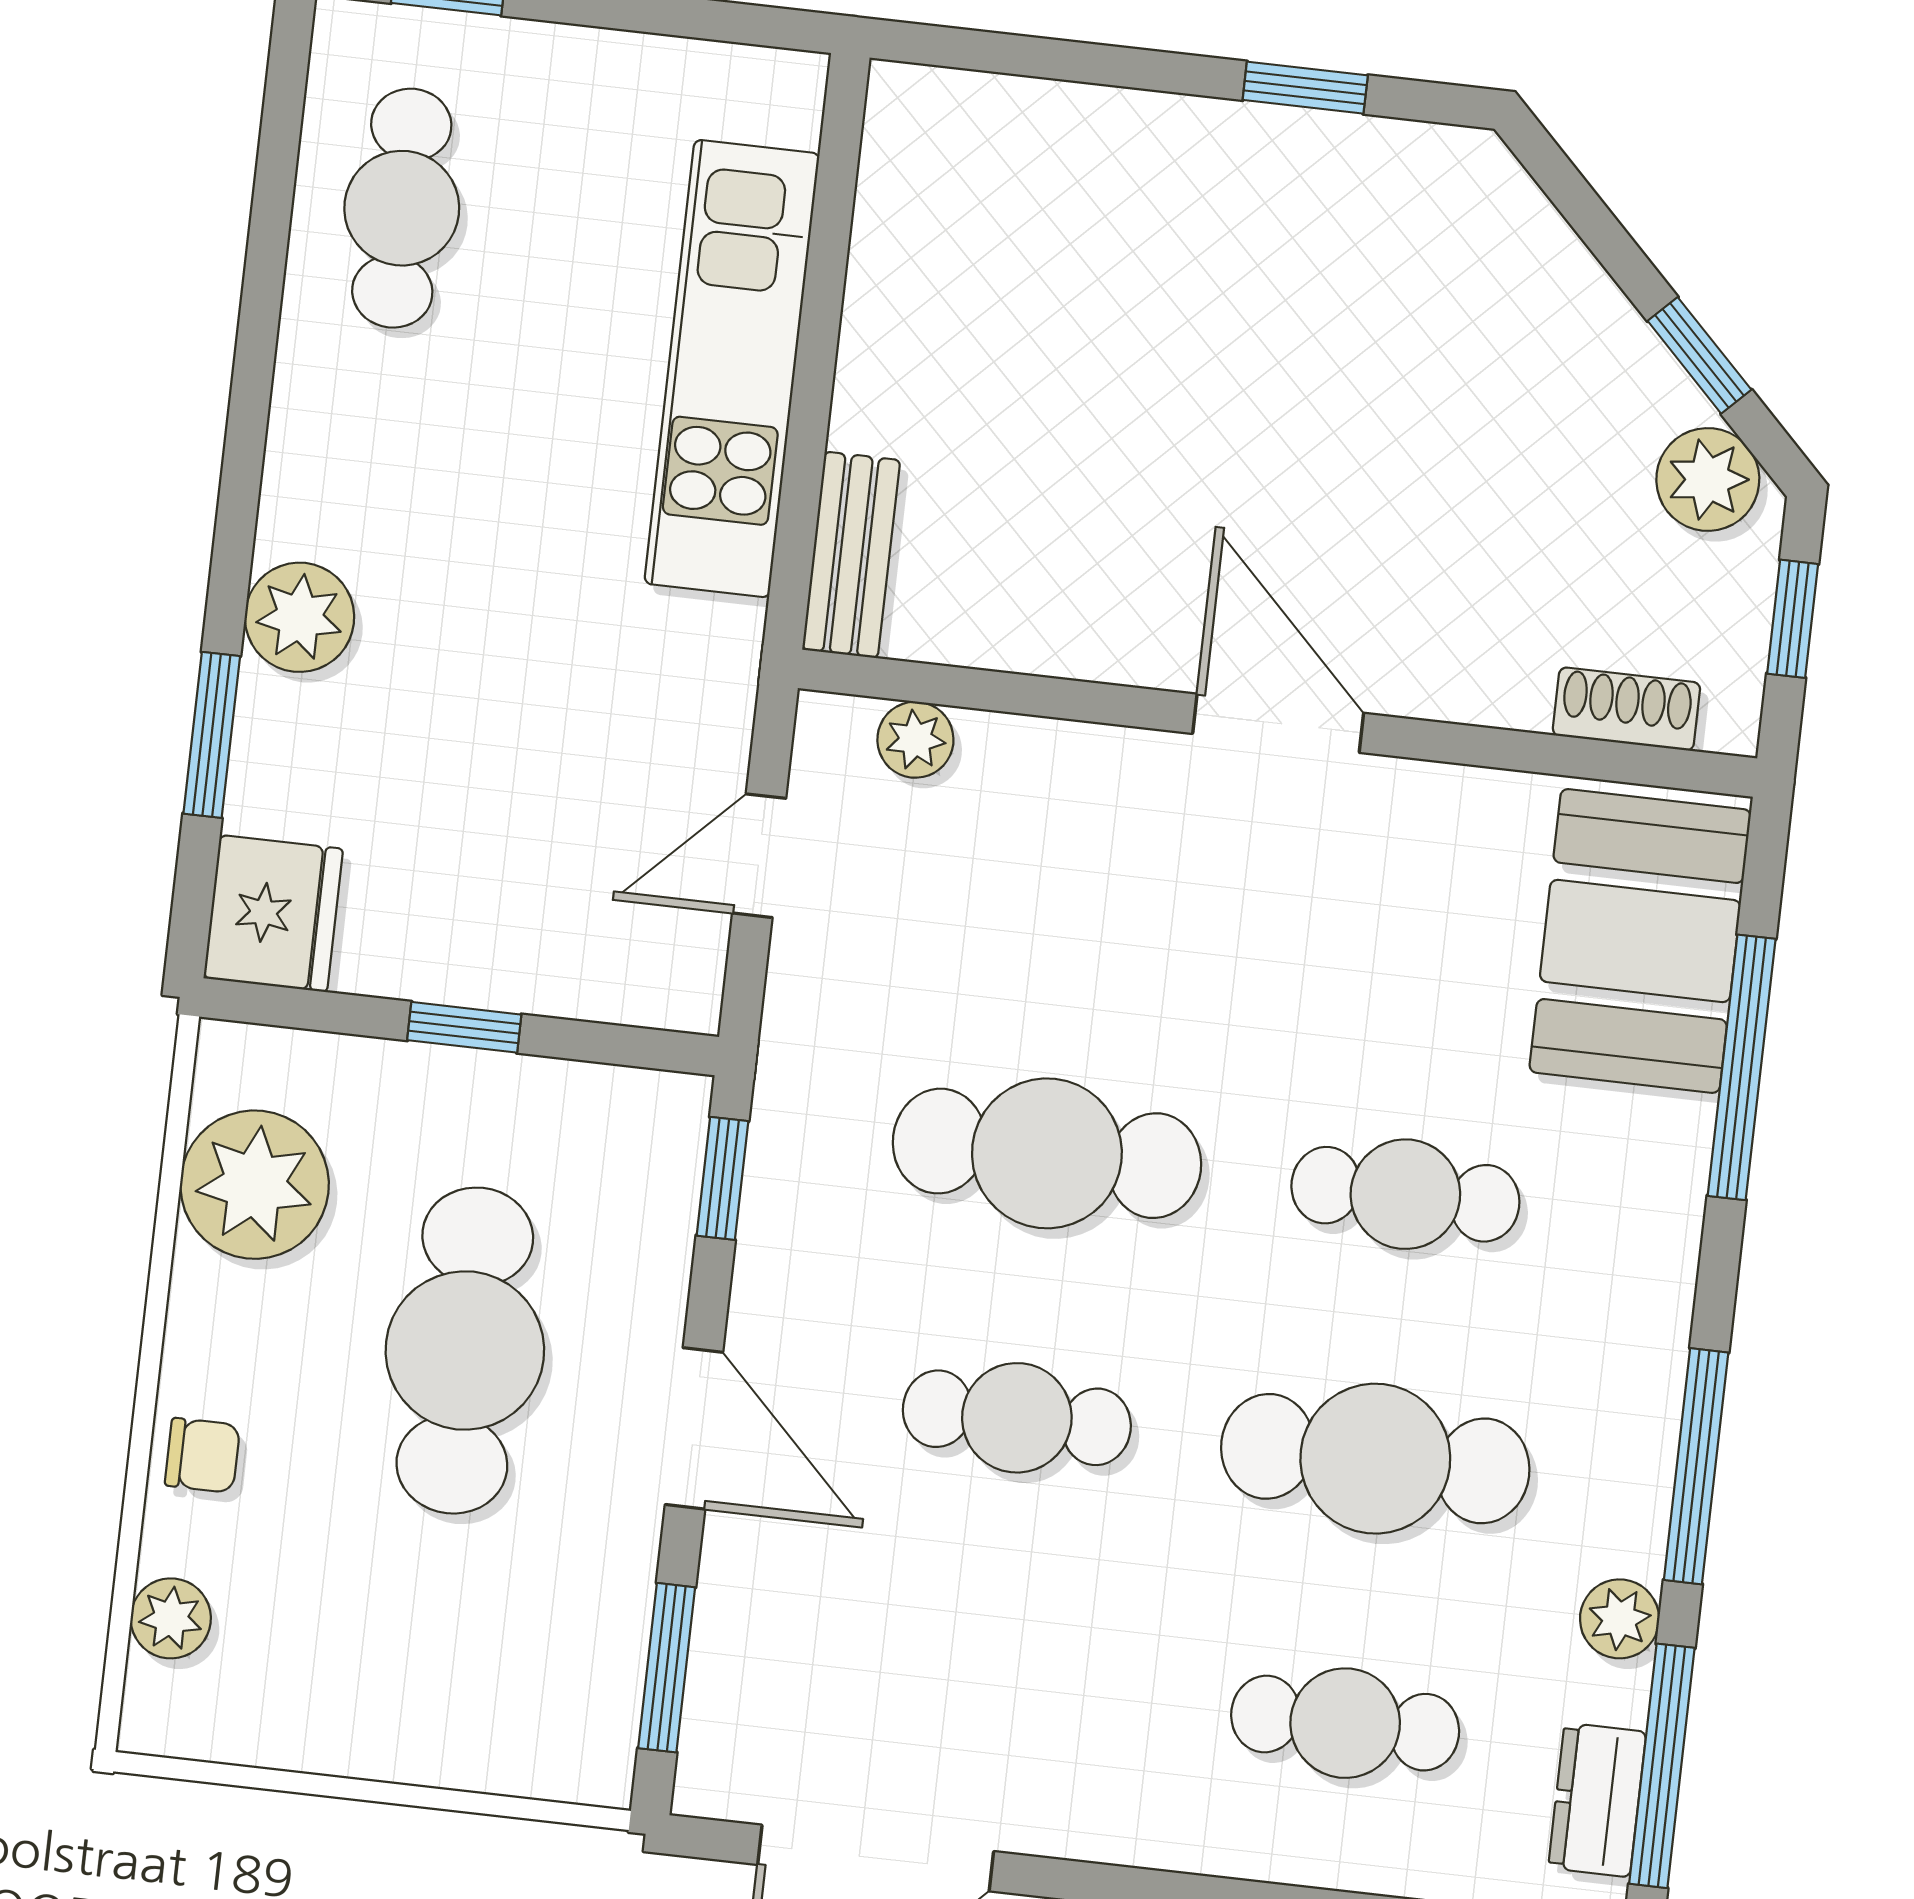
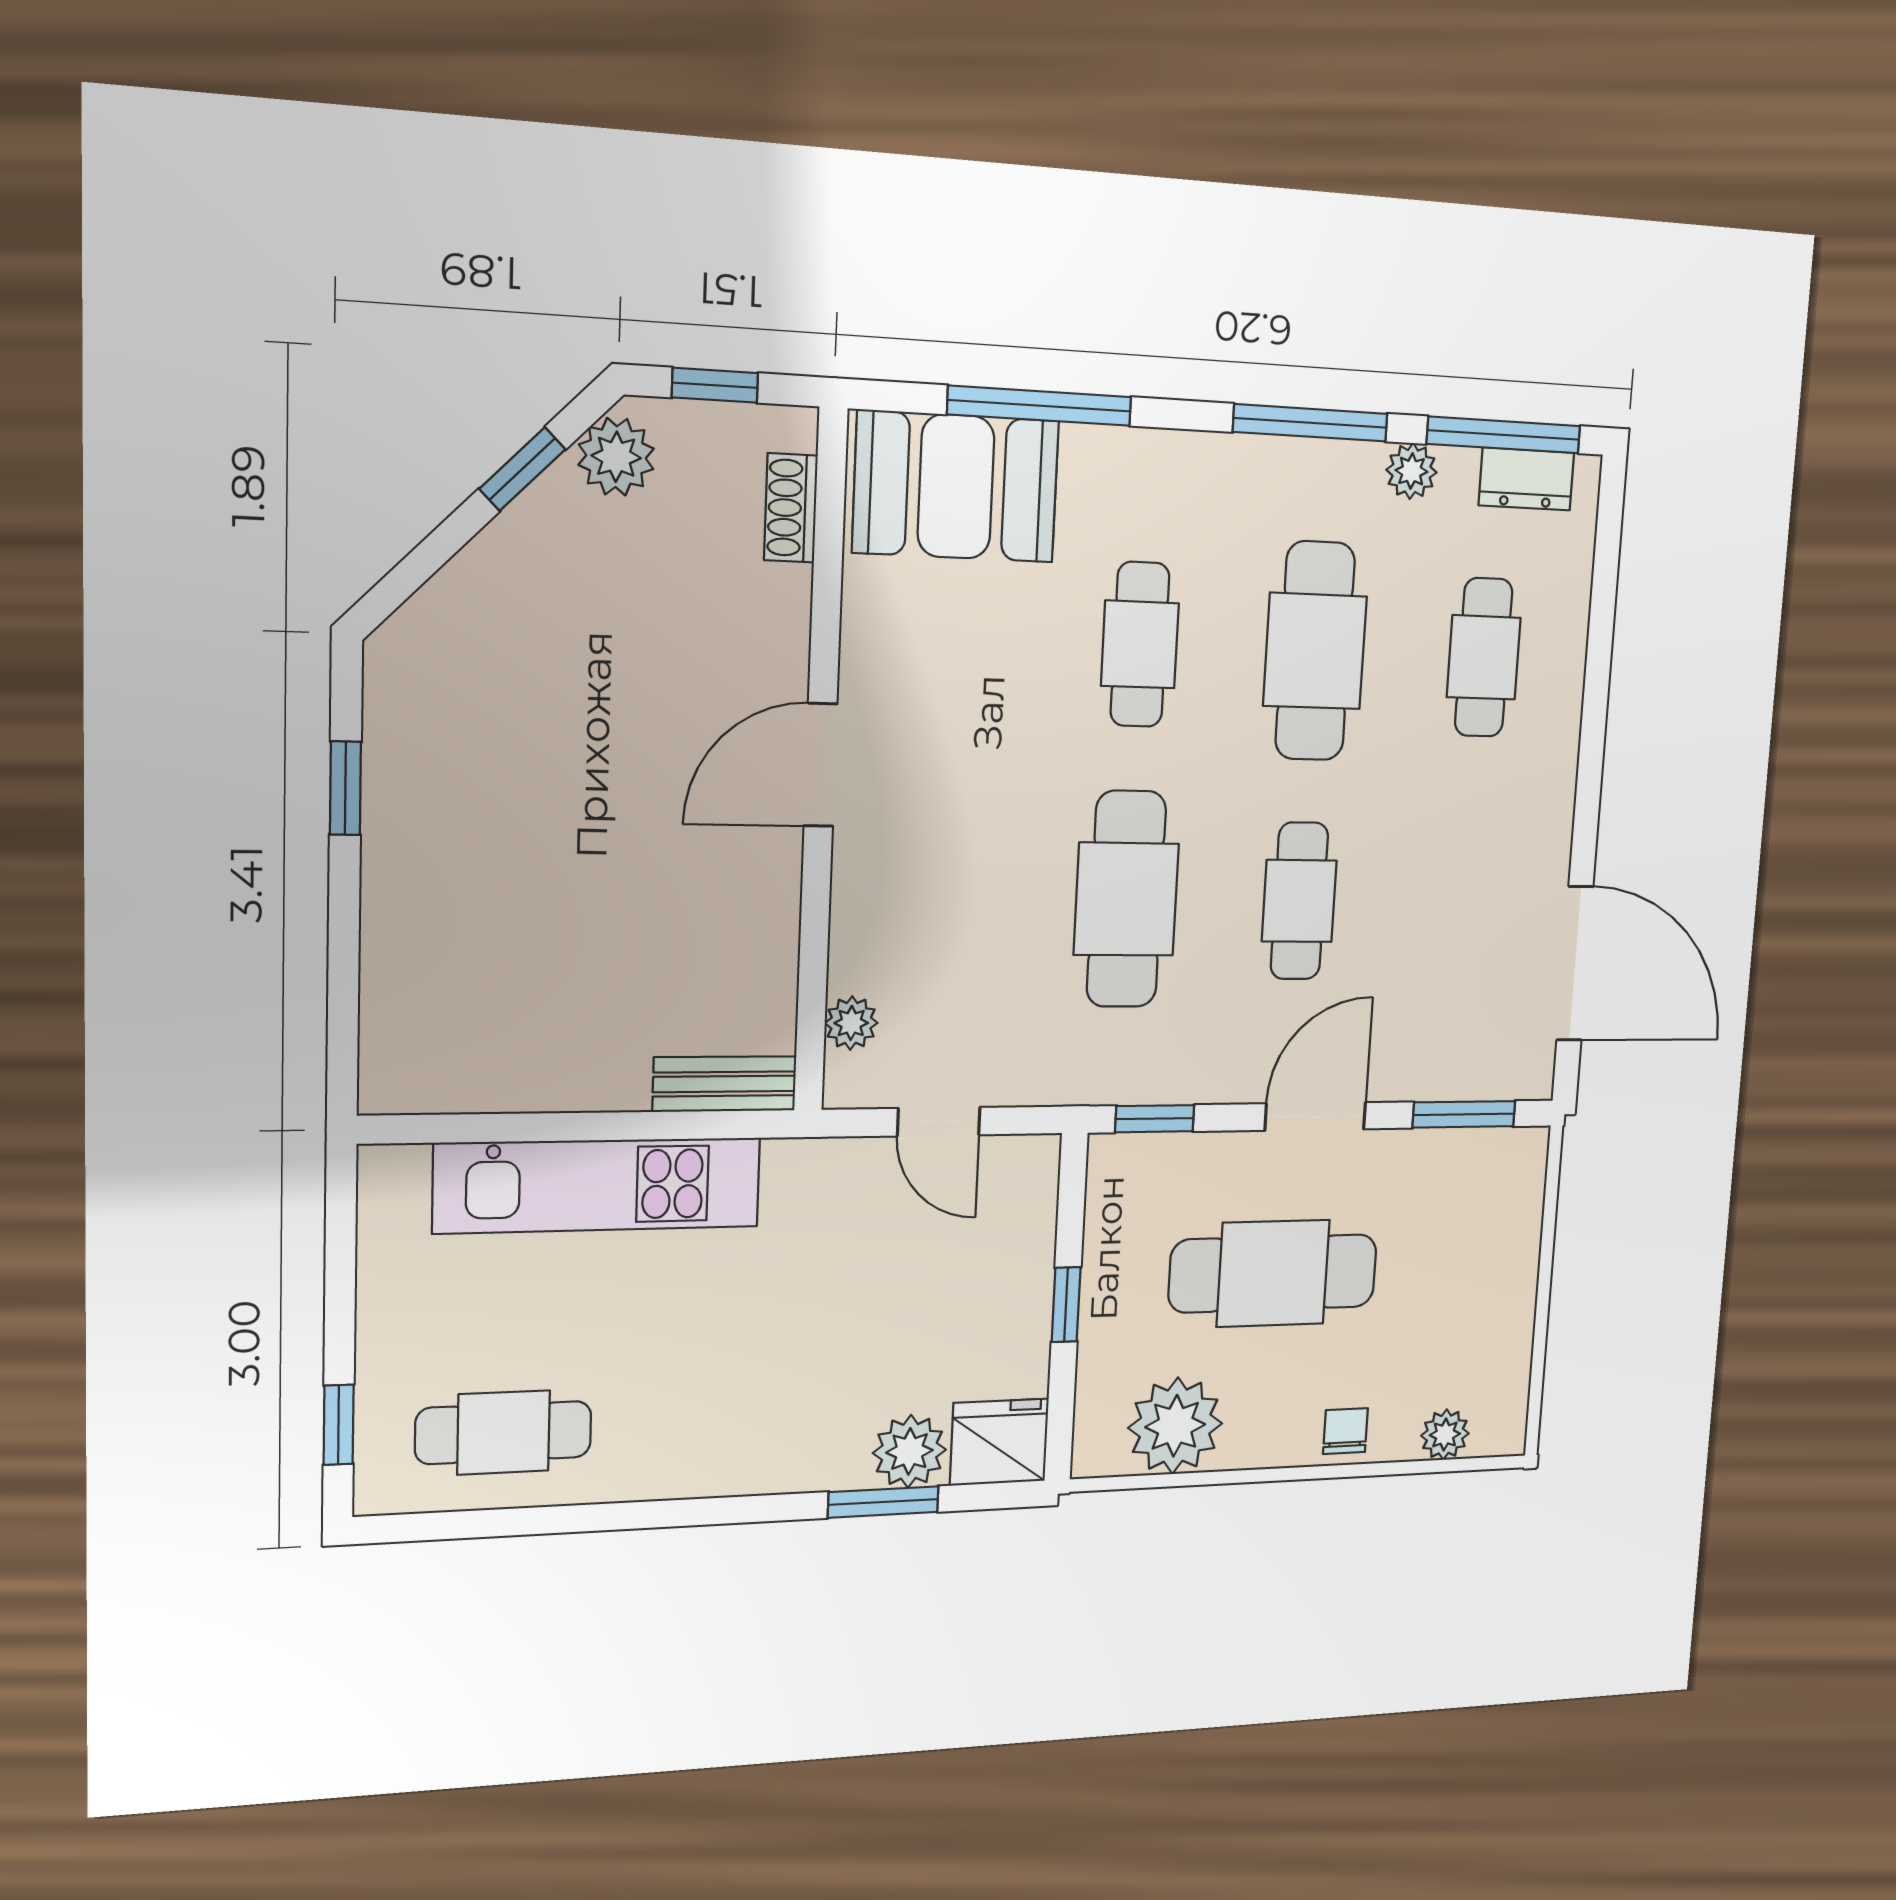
plant: (300, 617) -> (909, 1451), moved

